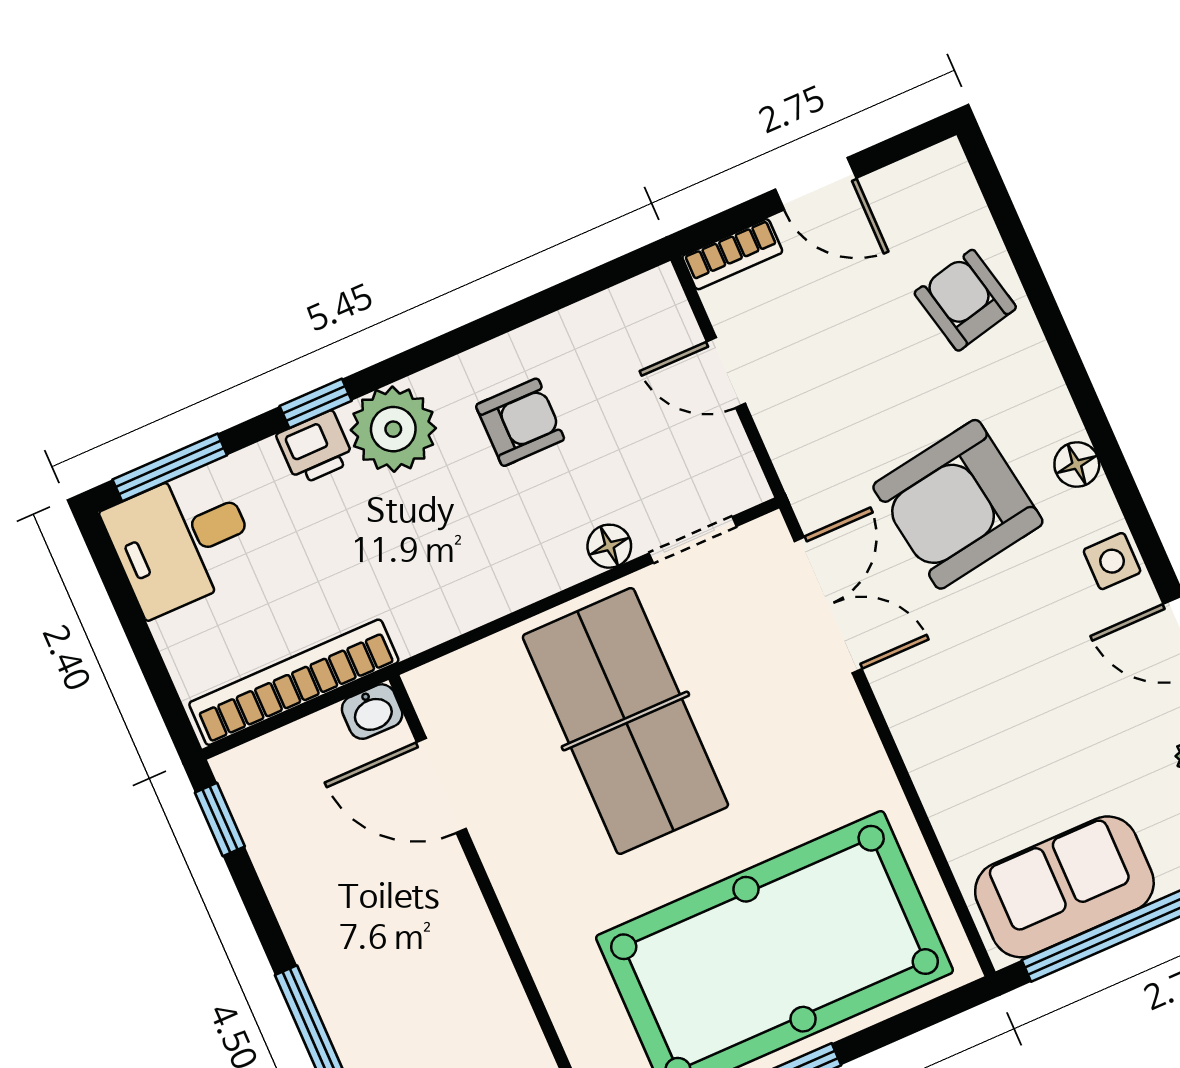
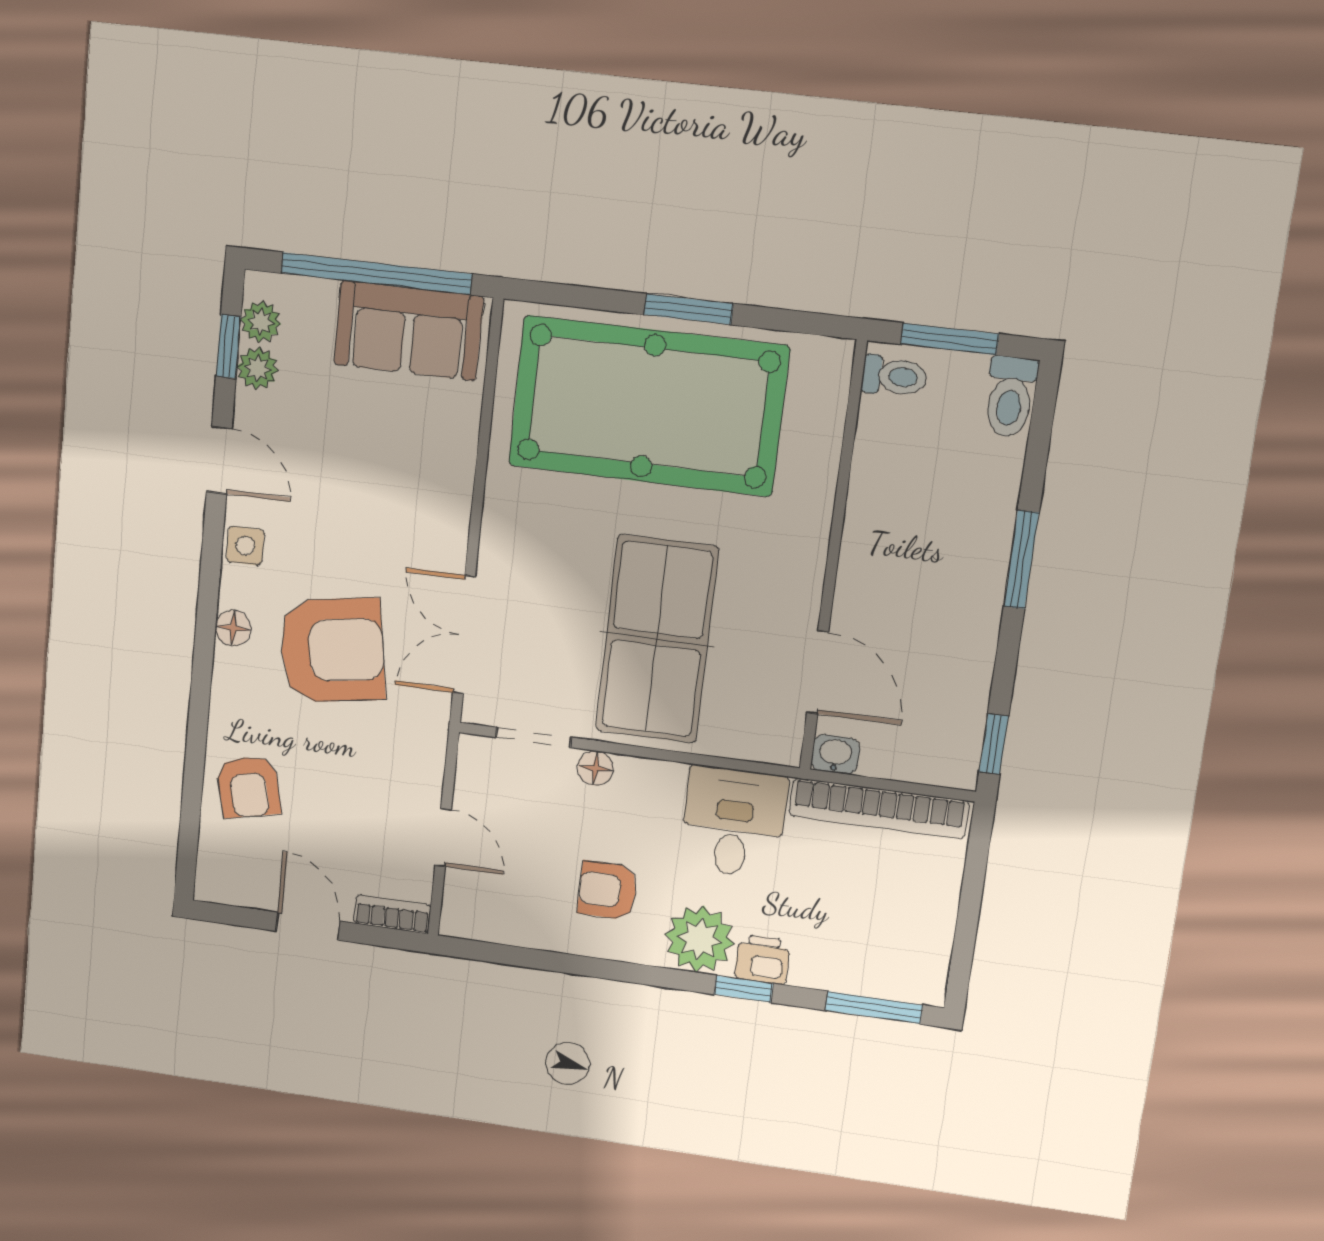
desk: (182, 541) -> (734, 822), moved, turned -90

